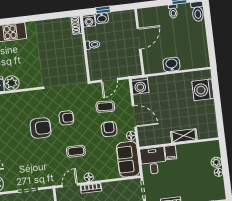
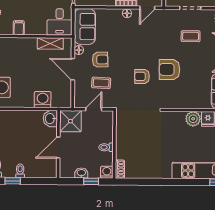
washbasin: (102, 18) -> (81, 173), moved
washbasin: (171, 64) -> (50, 119), moved, turned 90
shower: (130, 66) -> (70, 121), added
washing machine: (140, 86) -> (43, 100), moved
armchair: (109, 129) -> (100, 60), turned -92
shelving: (184, 136) -> (50, 43), moved
coffee table: (76, 151) -> (191, 36), moved
filing cabinet: (171, 153) -> (19, 28), moved

